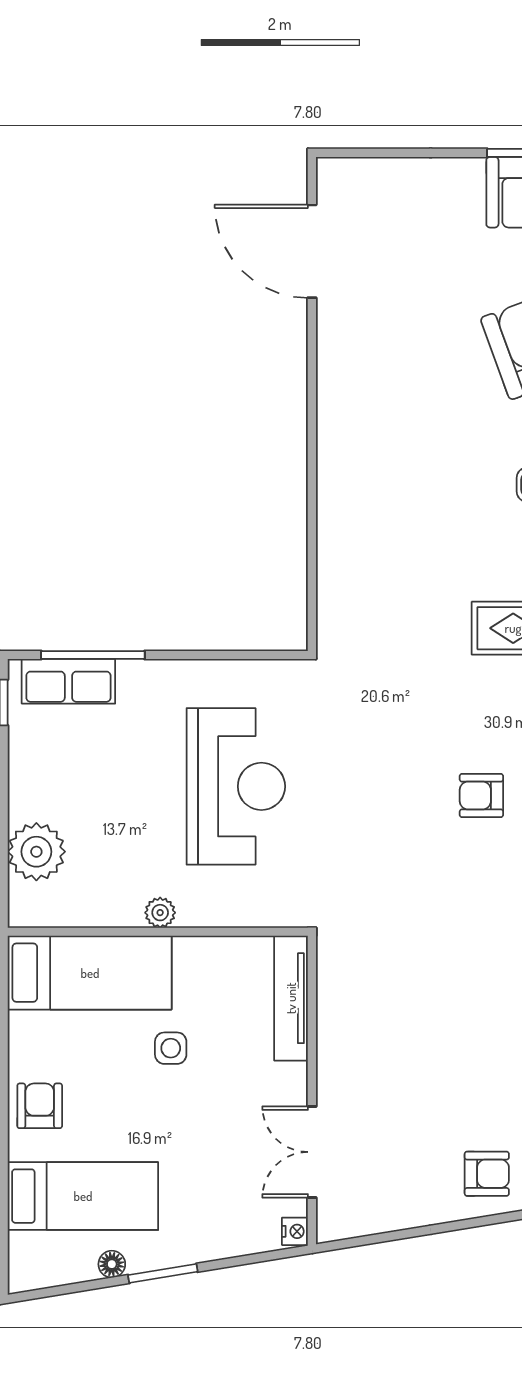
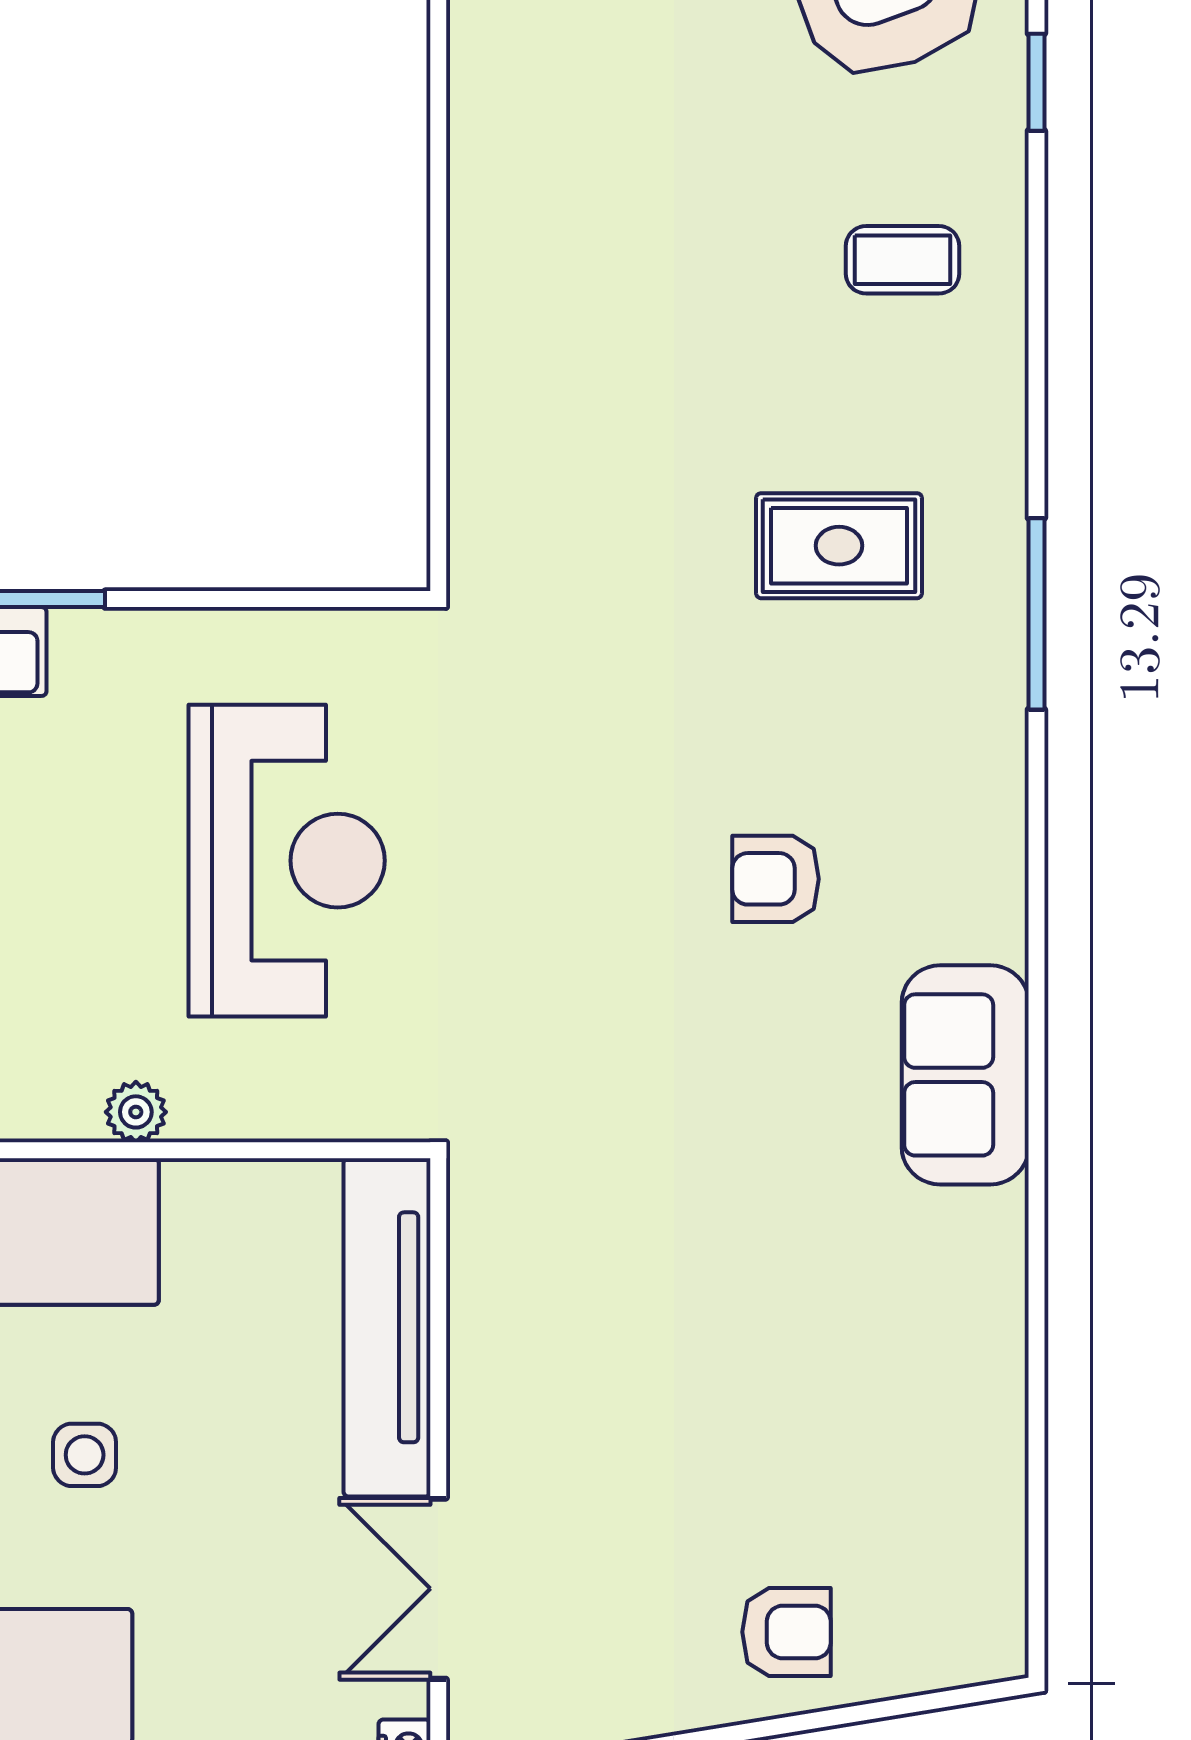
tv unit: (291, 998) -> (387, 1327), width x1.36, depth x1.29
side table: (171, 1048) -> (85, 1455), moved

